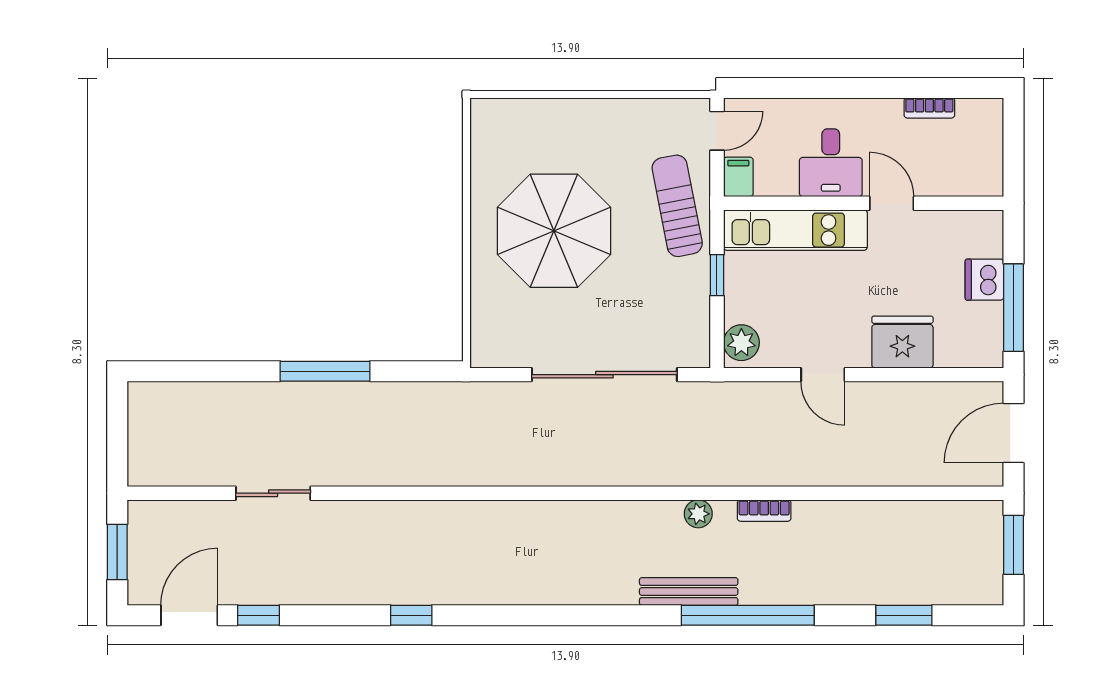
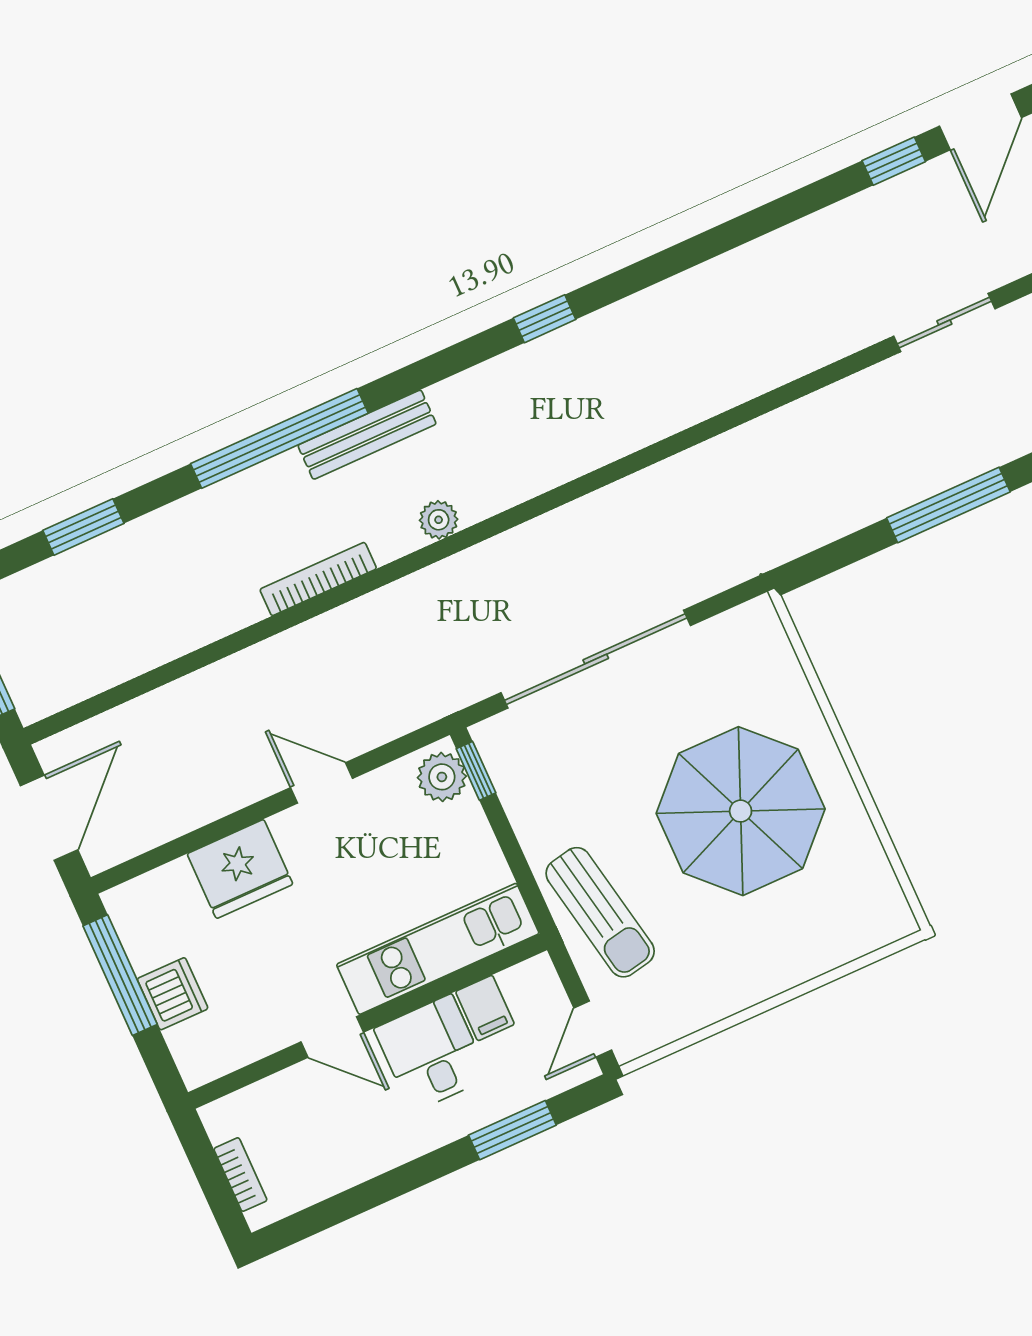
window: (800, 88) -> (512, 1130), added
bookcase: (929, 108) -> (240, 1175), moved, turned 90
filing cabinet: (738, 177) -> (485, 1008), moved
window: (717, 275) -> (476, 771), moved
bookcase: (764, 511) -> (318, 579), width x1.56
plant: (698, 514) -> (439, 520), moved
window: (411, 615) -> (545, 319), moved

